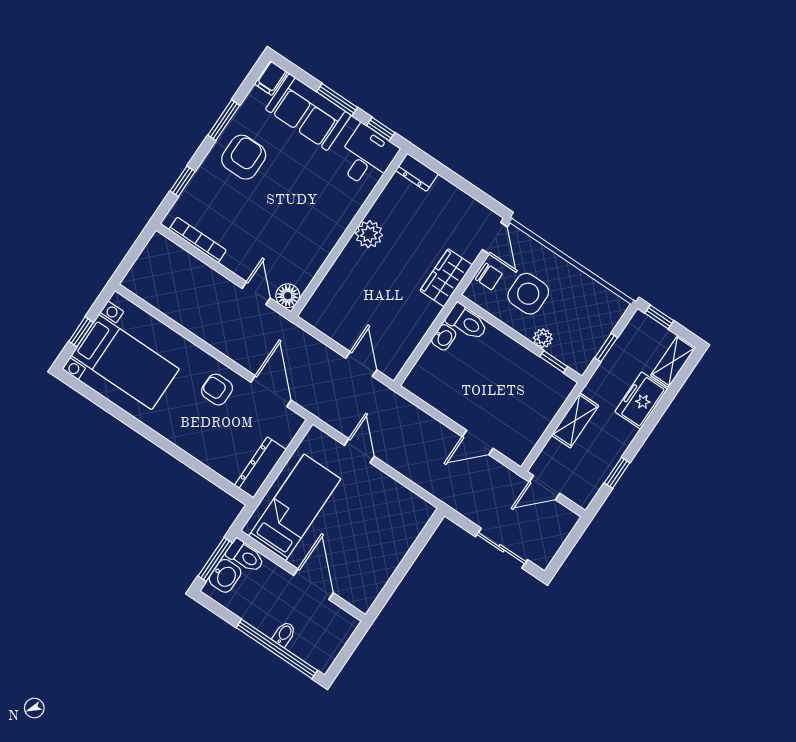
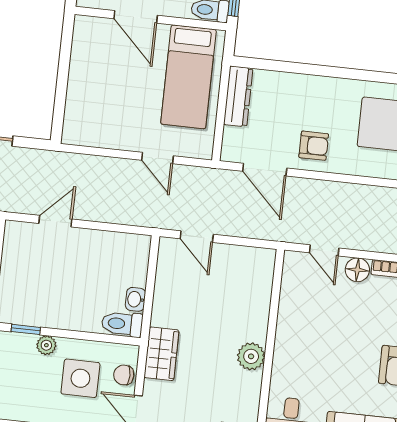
floor lamp: (288, 296) -> (357, 270), moved

